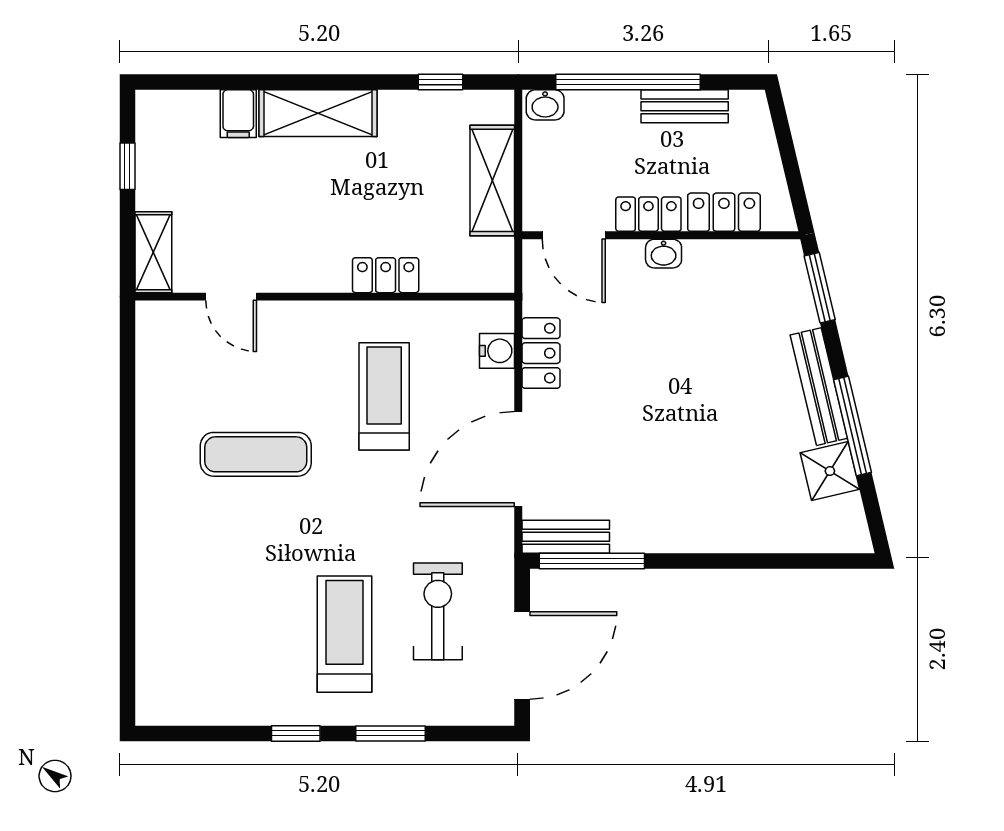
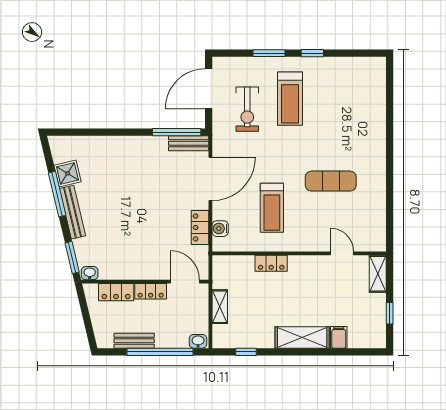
shelving: (492, 180) -> (220, 307), width x0.67, depth x0.75
washbasin: (664, 254) -> (90, 273), moved

